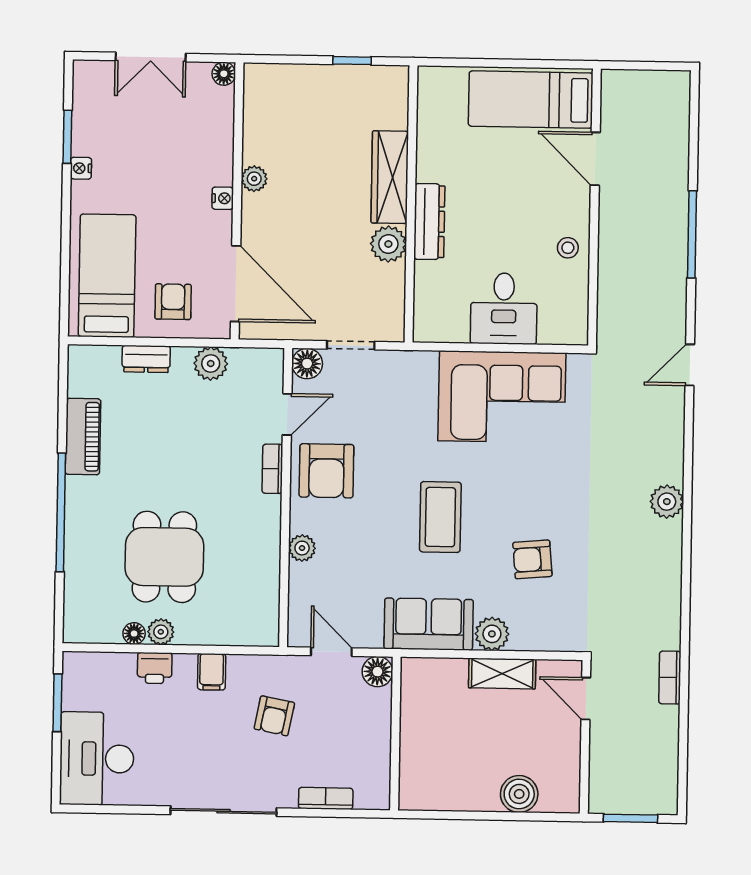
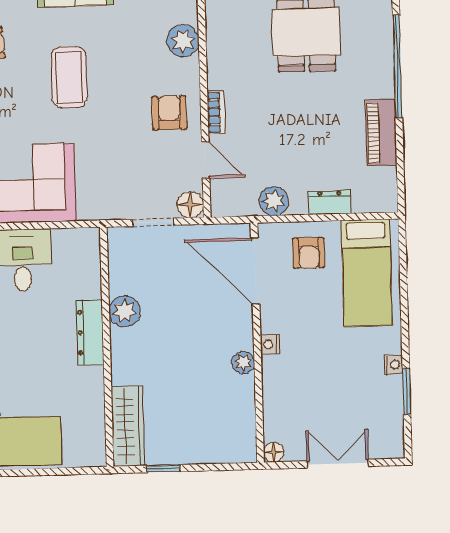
wardrobe: (390, 177) -> (128, 426), moved
door: (287, 414) -> (206, 160), swing flipped
armchair: (326, 471) -> (169, 113), width x0.72, depth x0.72
plant: (302, 548) -> (183, 41), width x1.38, depth x1.38

